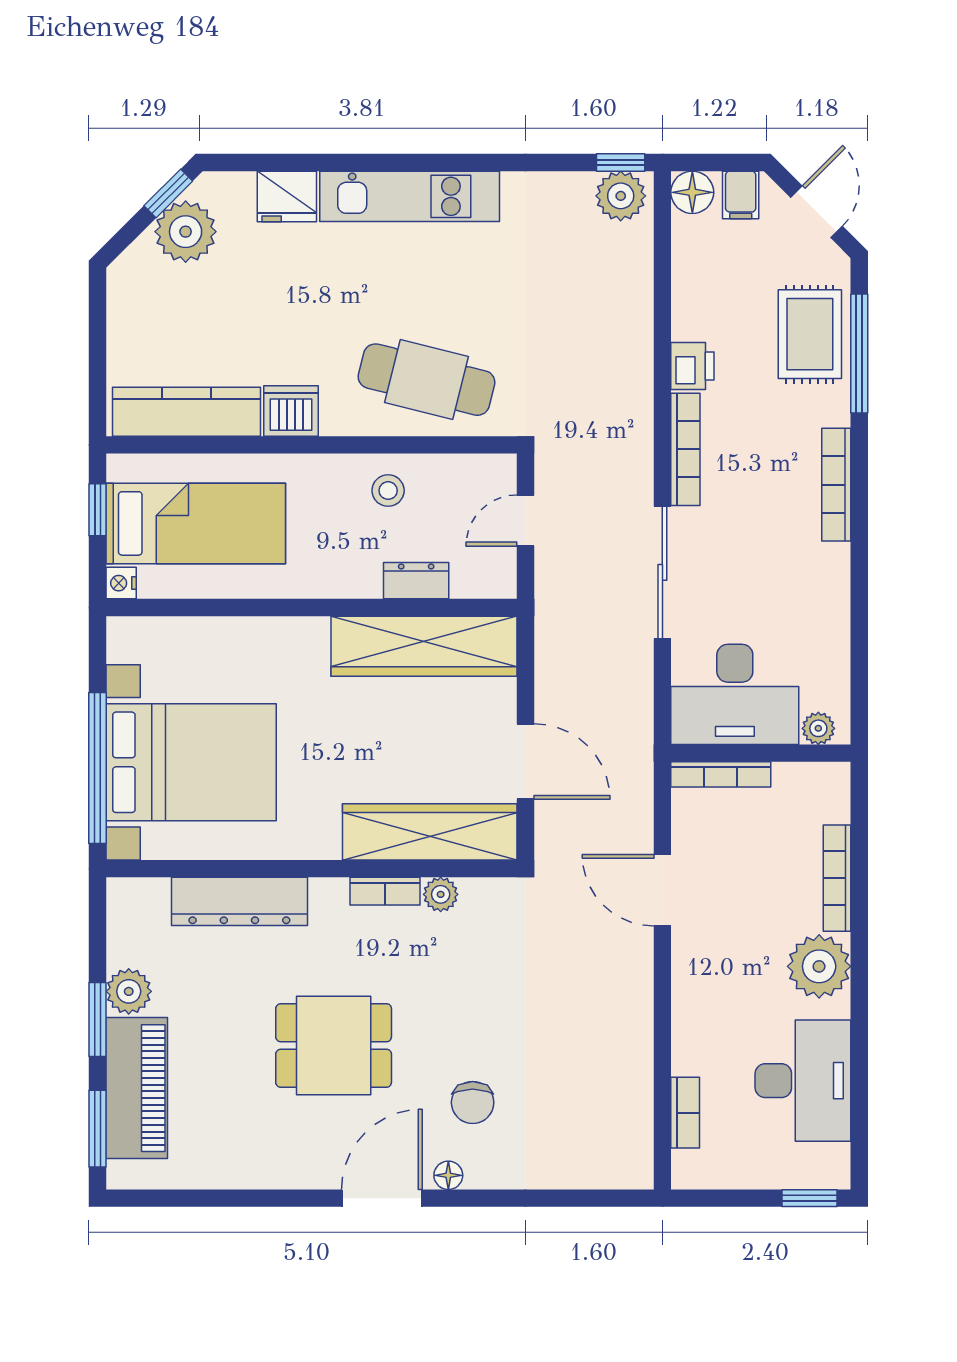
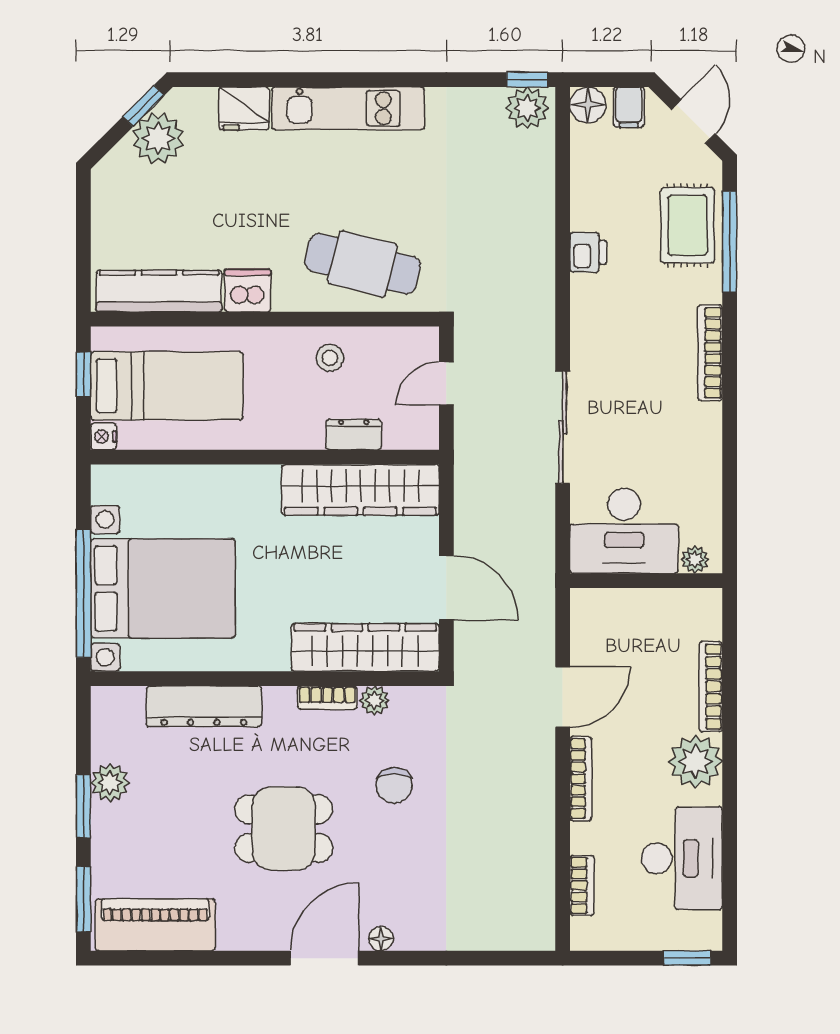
bookcase: (685, 449) -> (582, 323), removed
bookcase: (721, 774) -> (581, 779), moved, turned -90
door: (662, 890) -> (563, 697), swing flipped
piano: (137, 1088) -> (155, 925), moved, turned -90
chair: (473, 1103) -> (394, 785), moved

